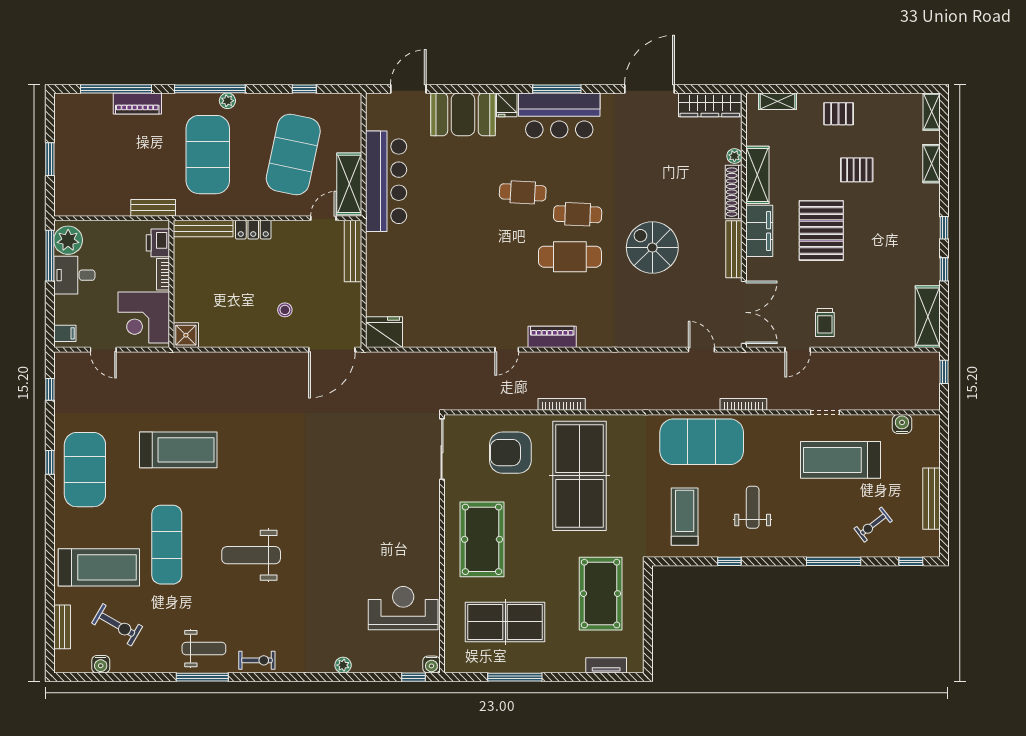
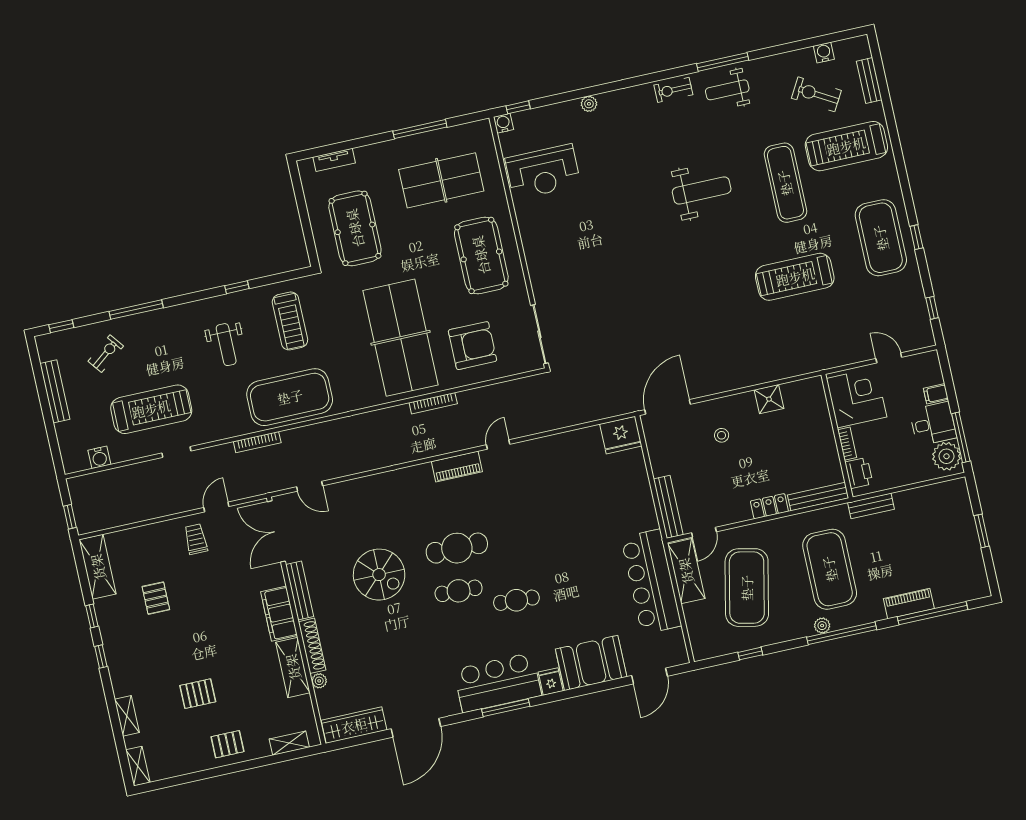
pallet: (821, 230) -> (156, 598), moved, width x0.49, depth x0.50
filing cabinet: (65, 333) -> (936, 394), moved
shower: (186, 335) -> (769, 399), moved

